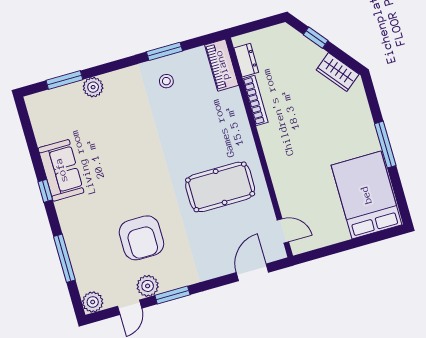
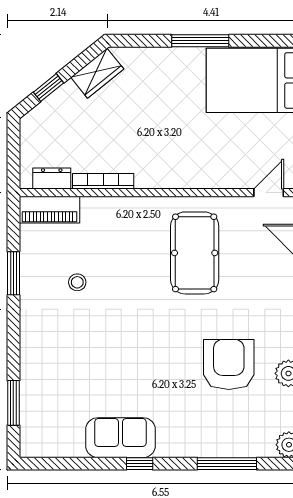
stool: (166, 81) -> (77, 282), moved
plant: (93, 87) -> (32, 371), removed
armchair: (141, 238) -> (229, 364), turned -90

